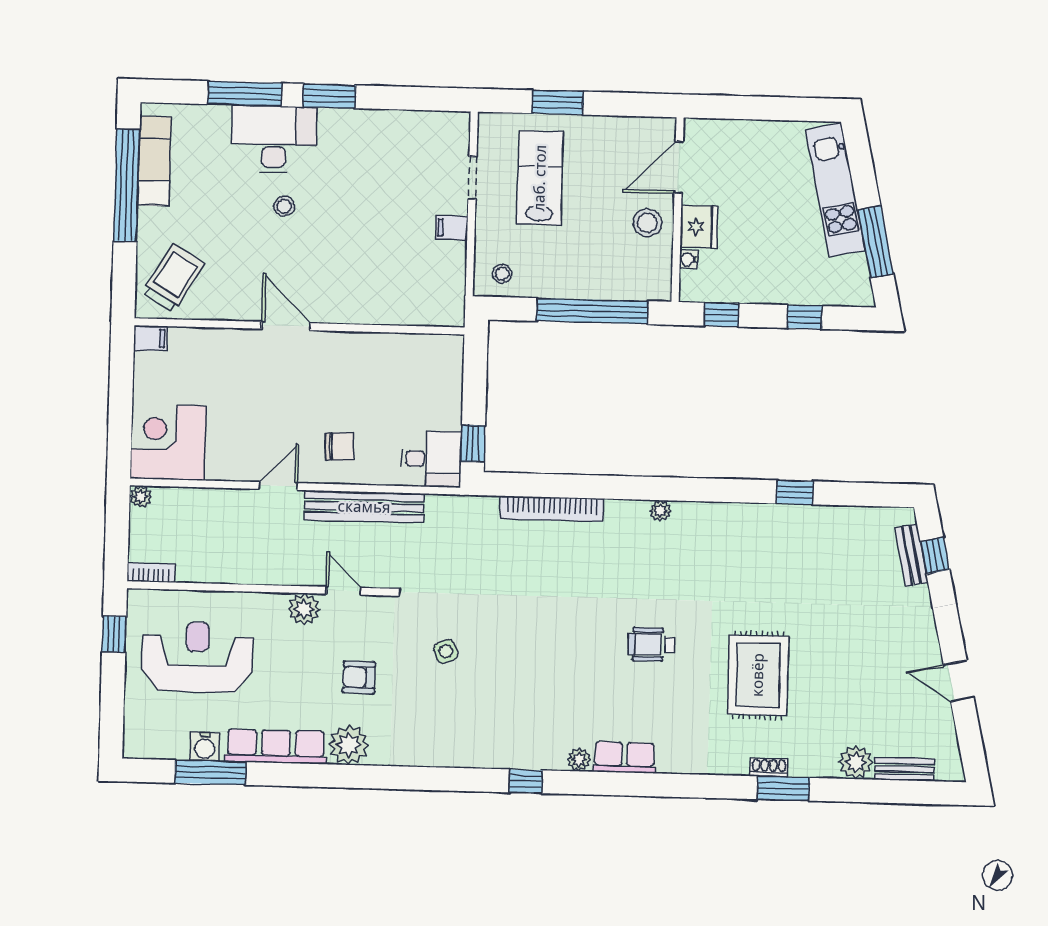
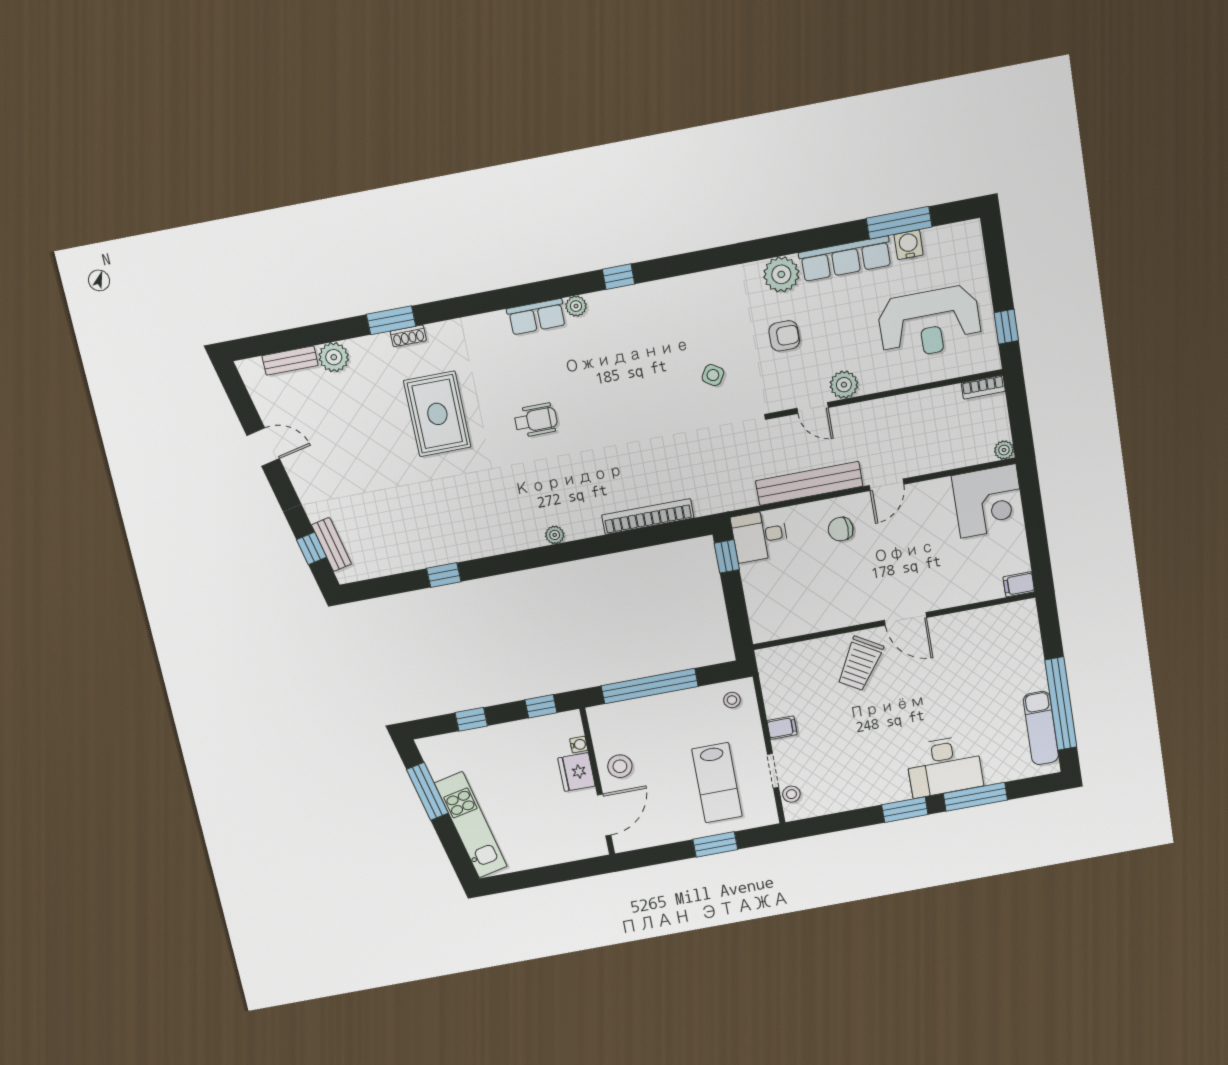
stool: (284, 206) -> (791, 794), moved
trolley: (173, 278) -> (860, 664), moved
side table: (446, 651) -> (713, 375), turned -37

